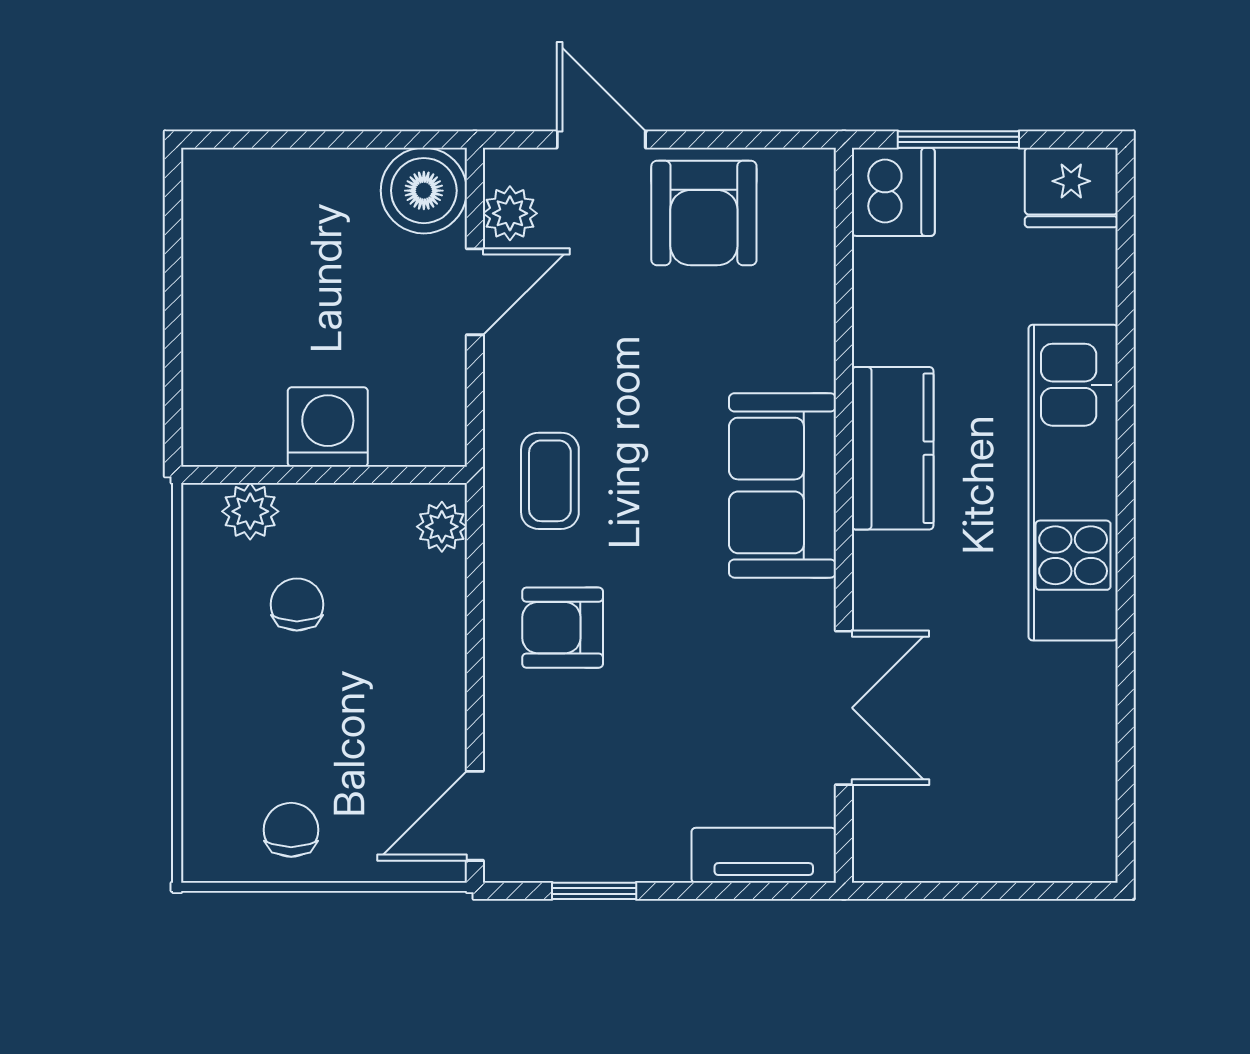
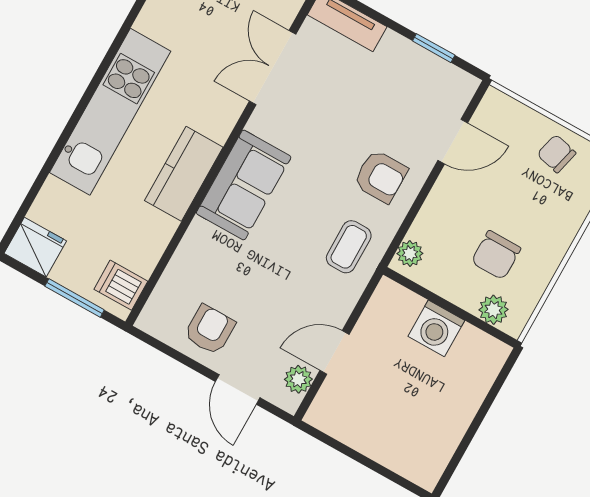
boiler: (424, 191) -> (332, 412), removed
dishwasher: (893, 192) -> (121, 285), width x0.73
armchair: (704, 213) -> (210, 330), width x0.72, depth x0.72
chair: (297, 604) -> (496, 255), width x1.37, depth x1.37
door: (475, 816) -> (453, 142), moved
chair: (291, 830) -> (556, 154), turned 104

